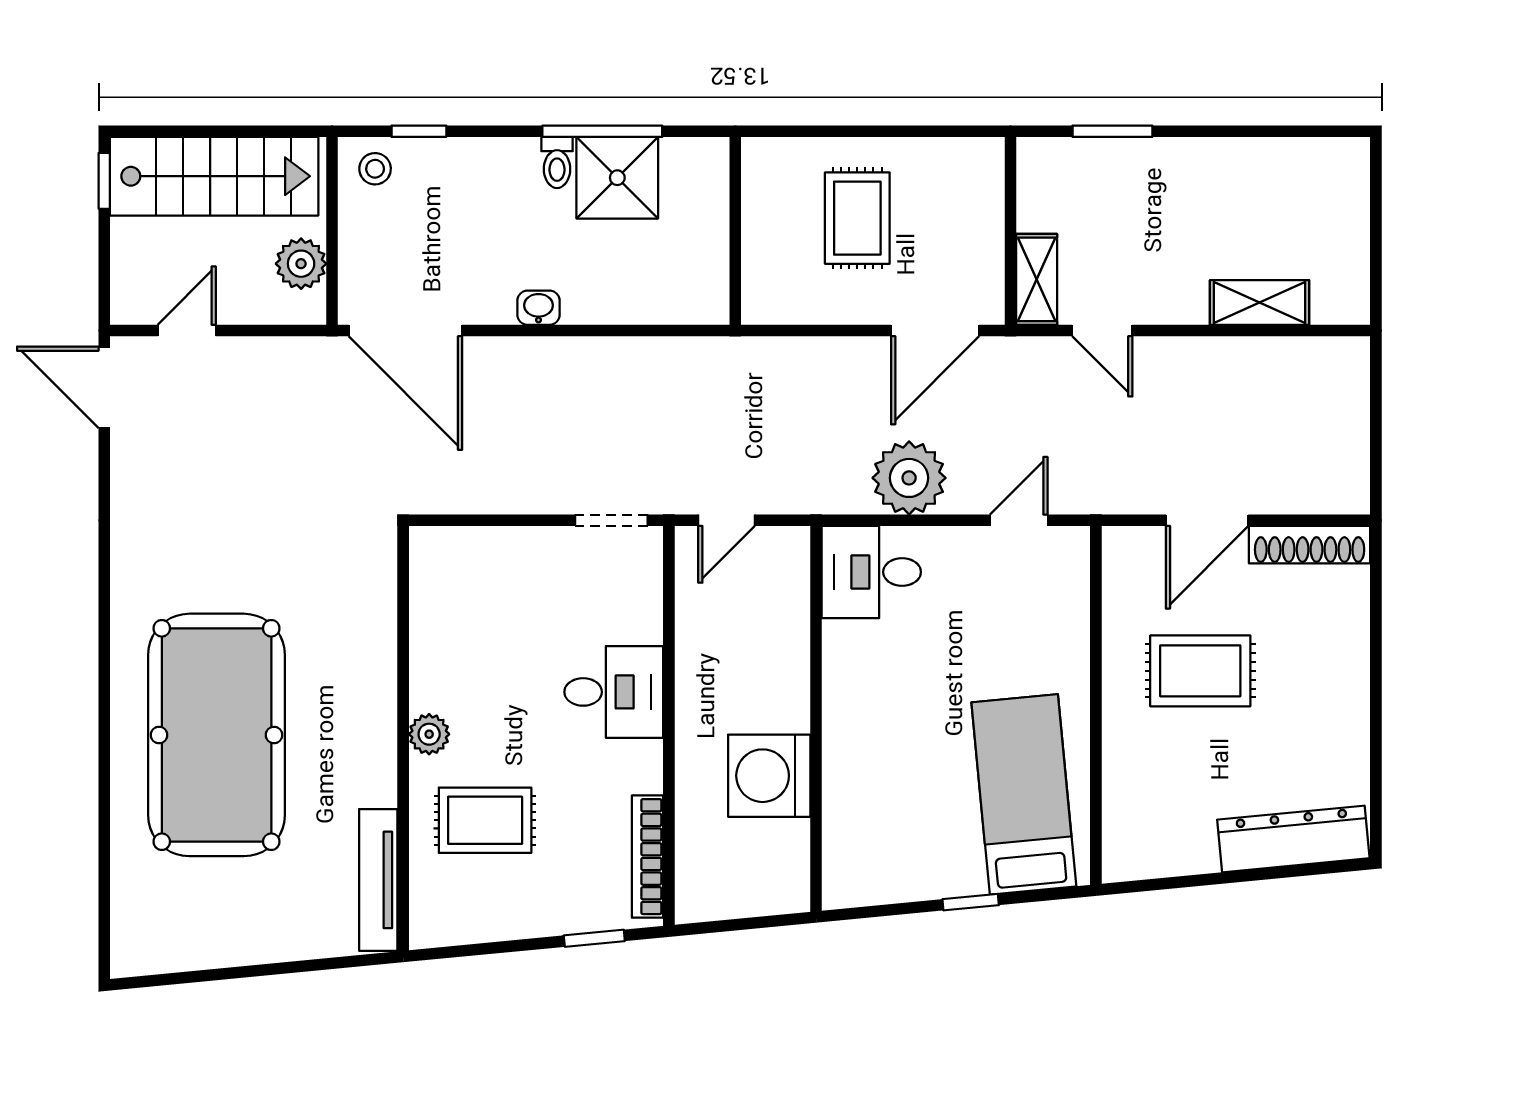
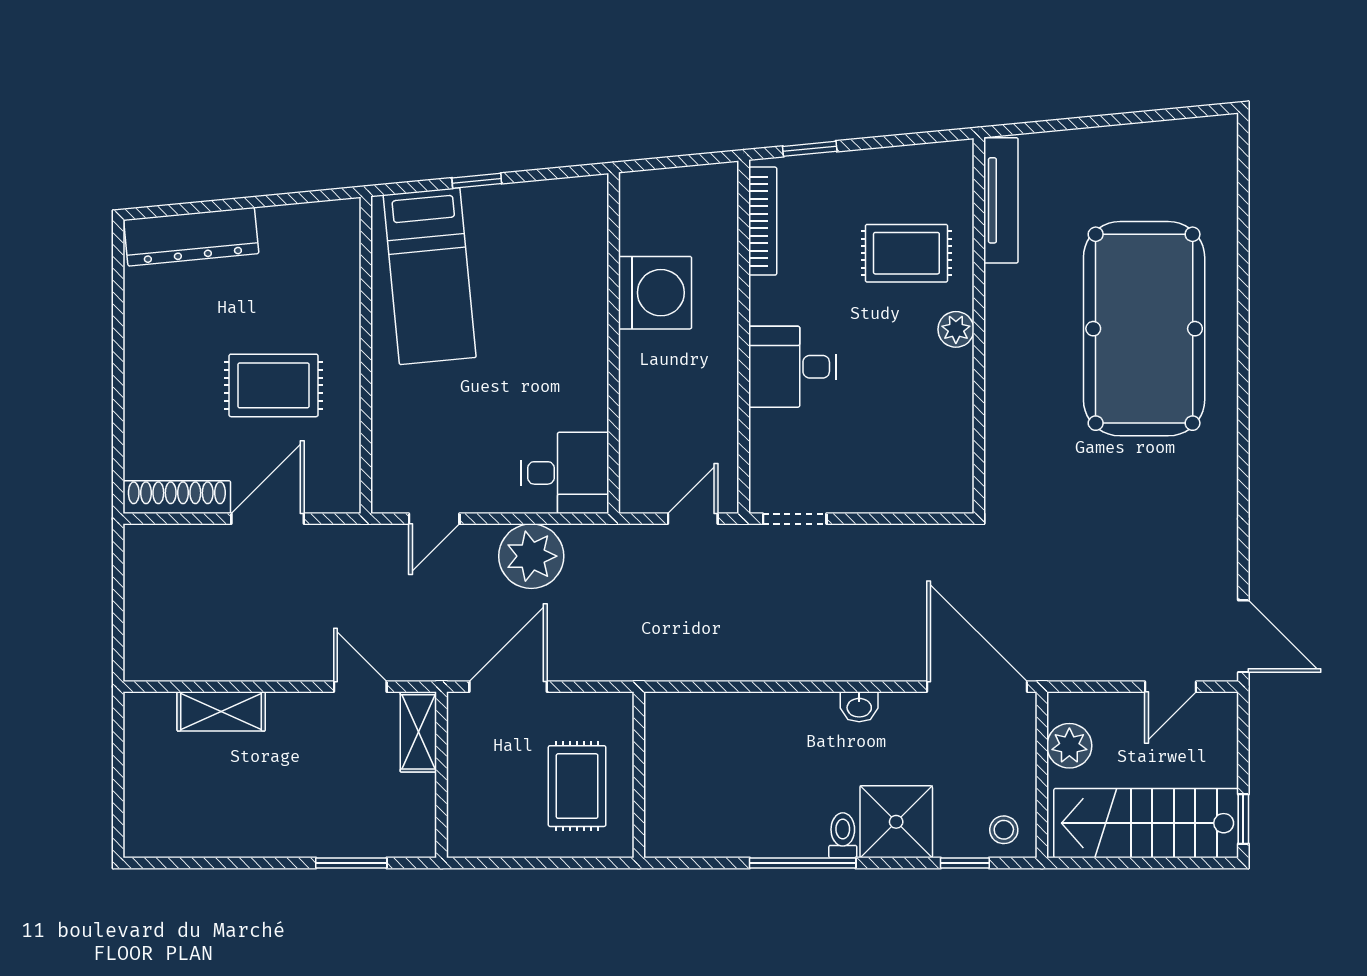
shower: (617, 178) -> (896, 822), moved
wall: (735, 231) -> (639, 775), moved

